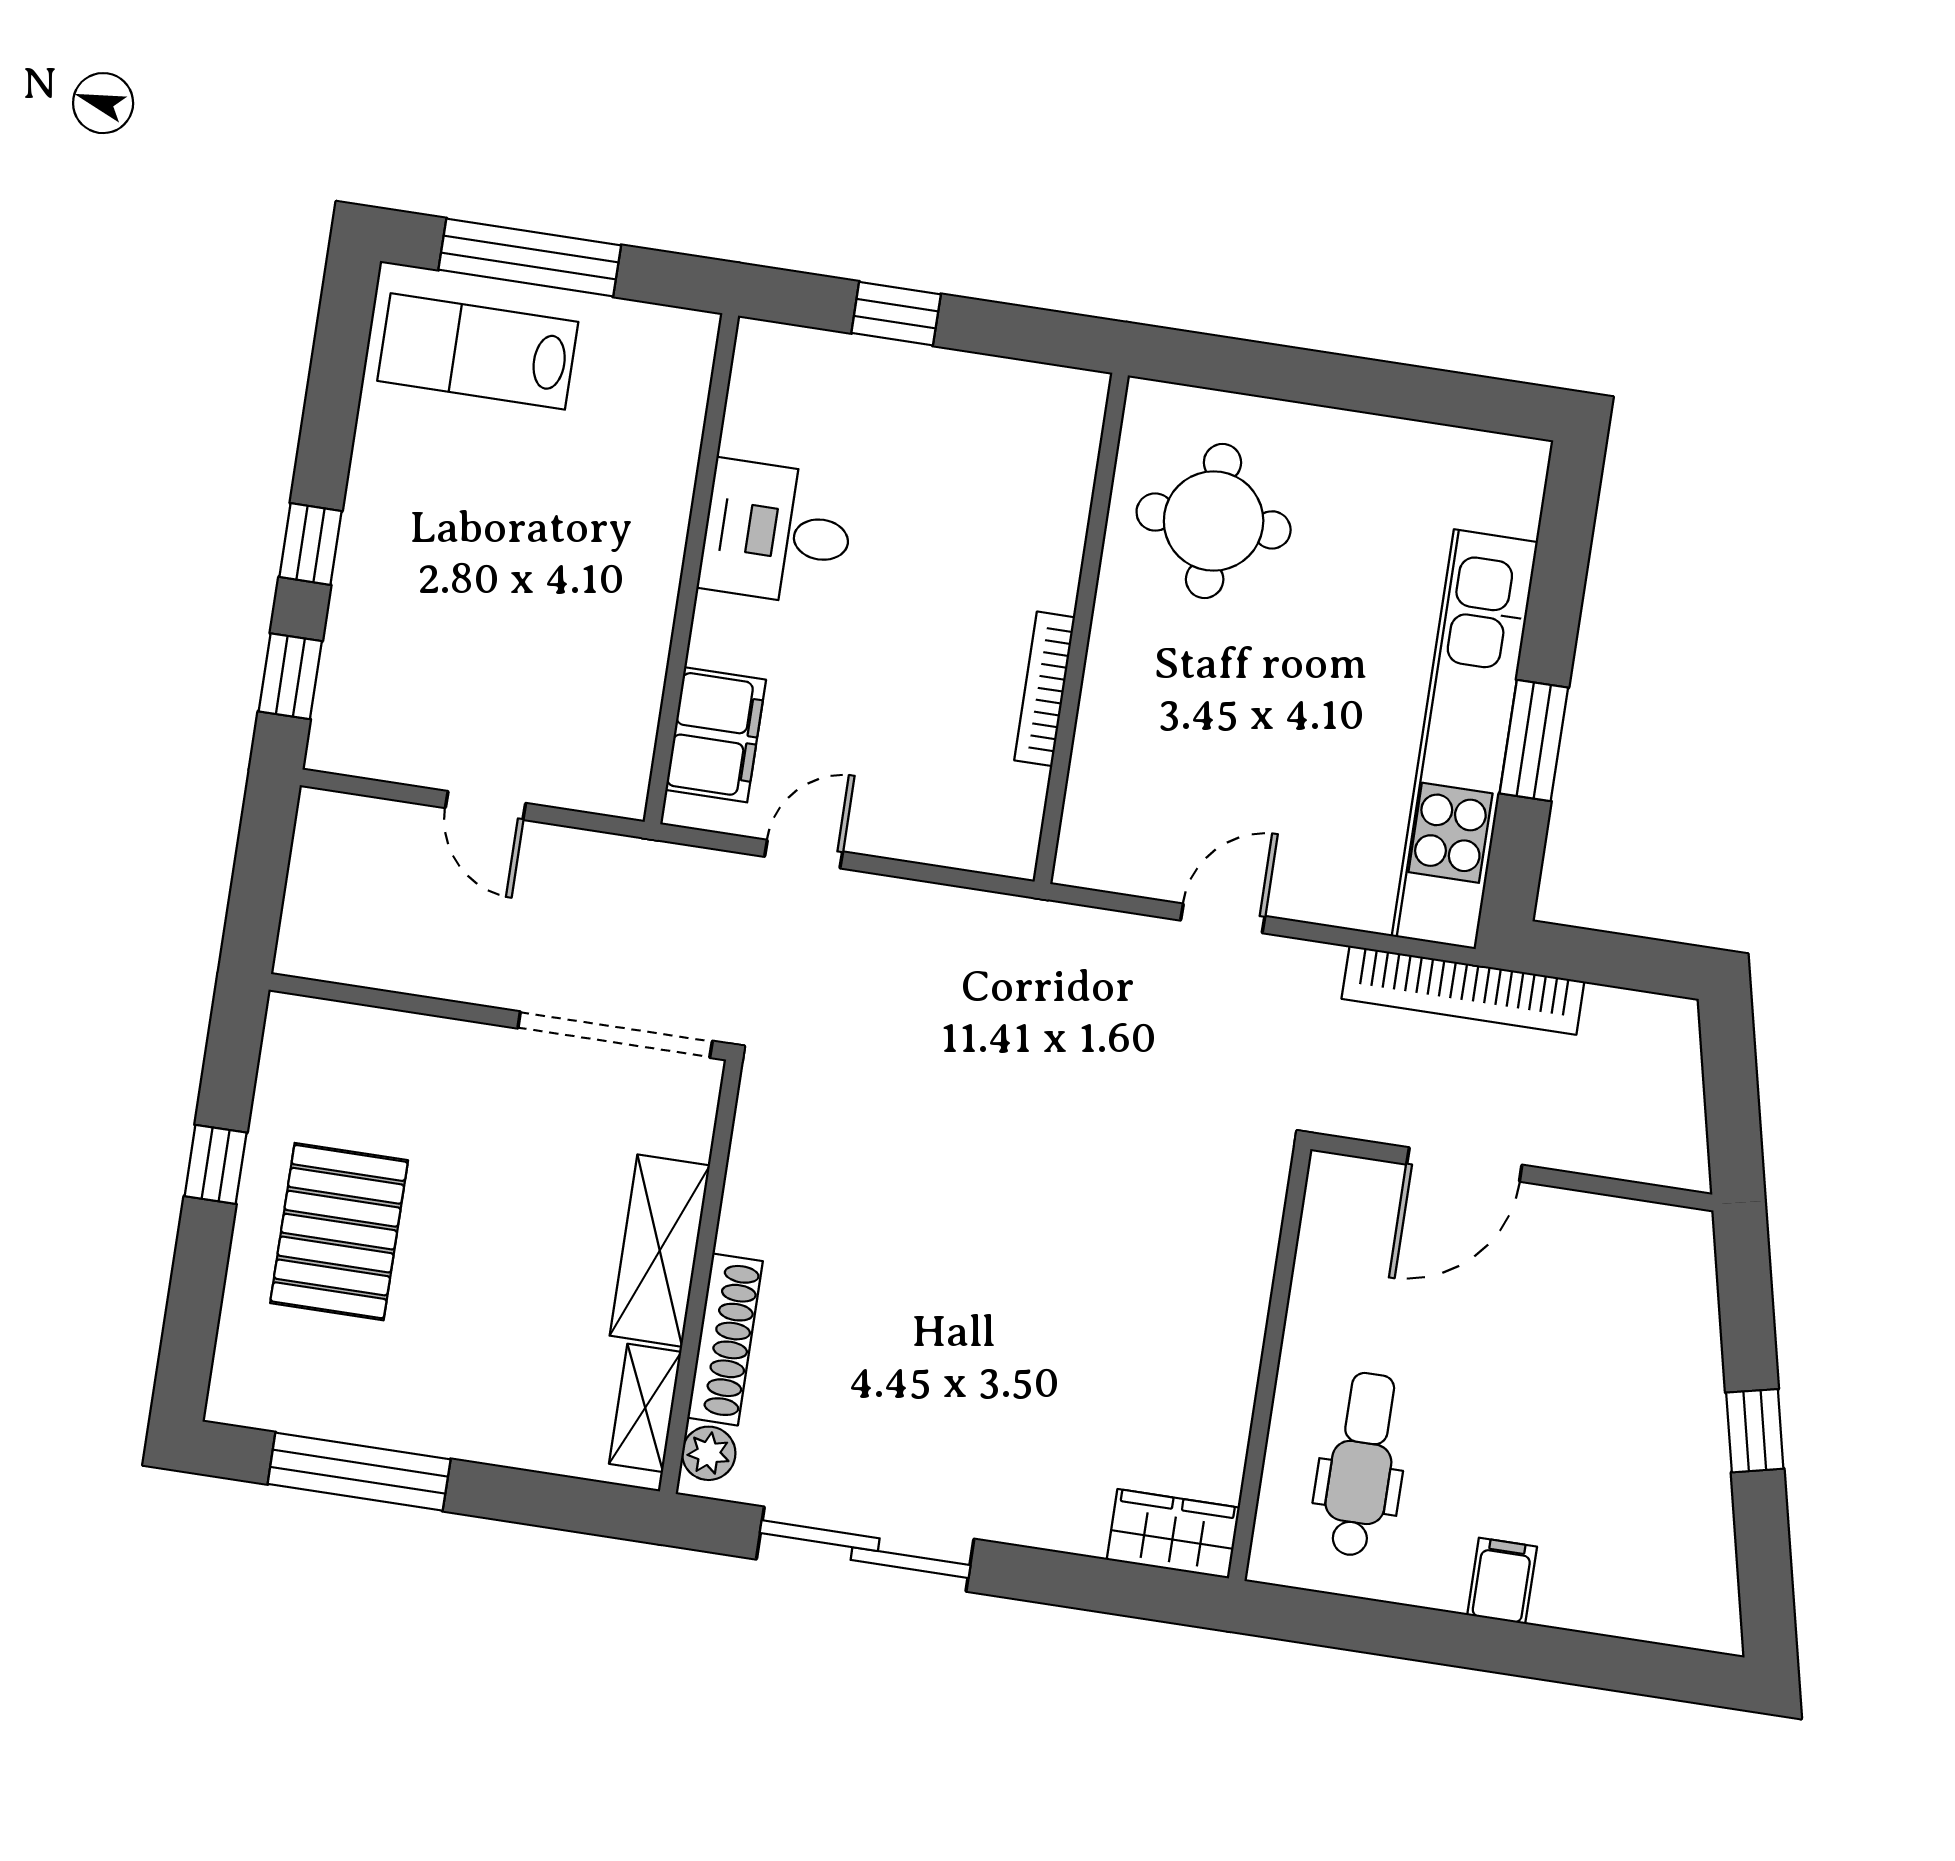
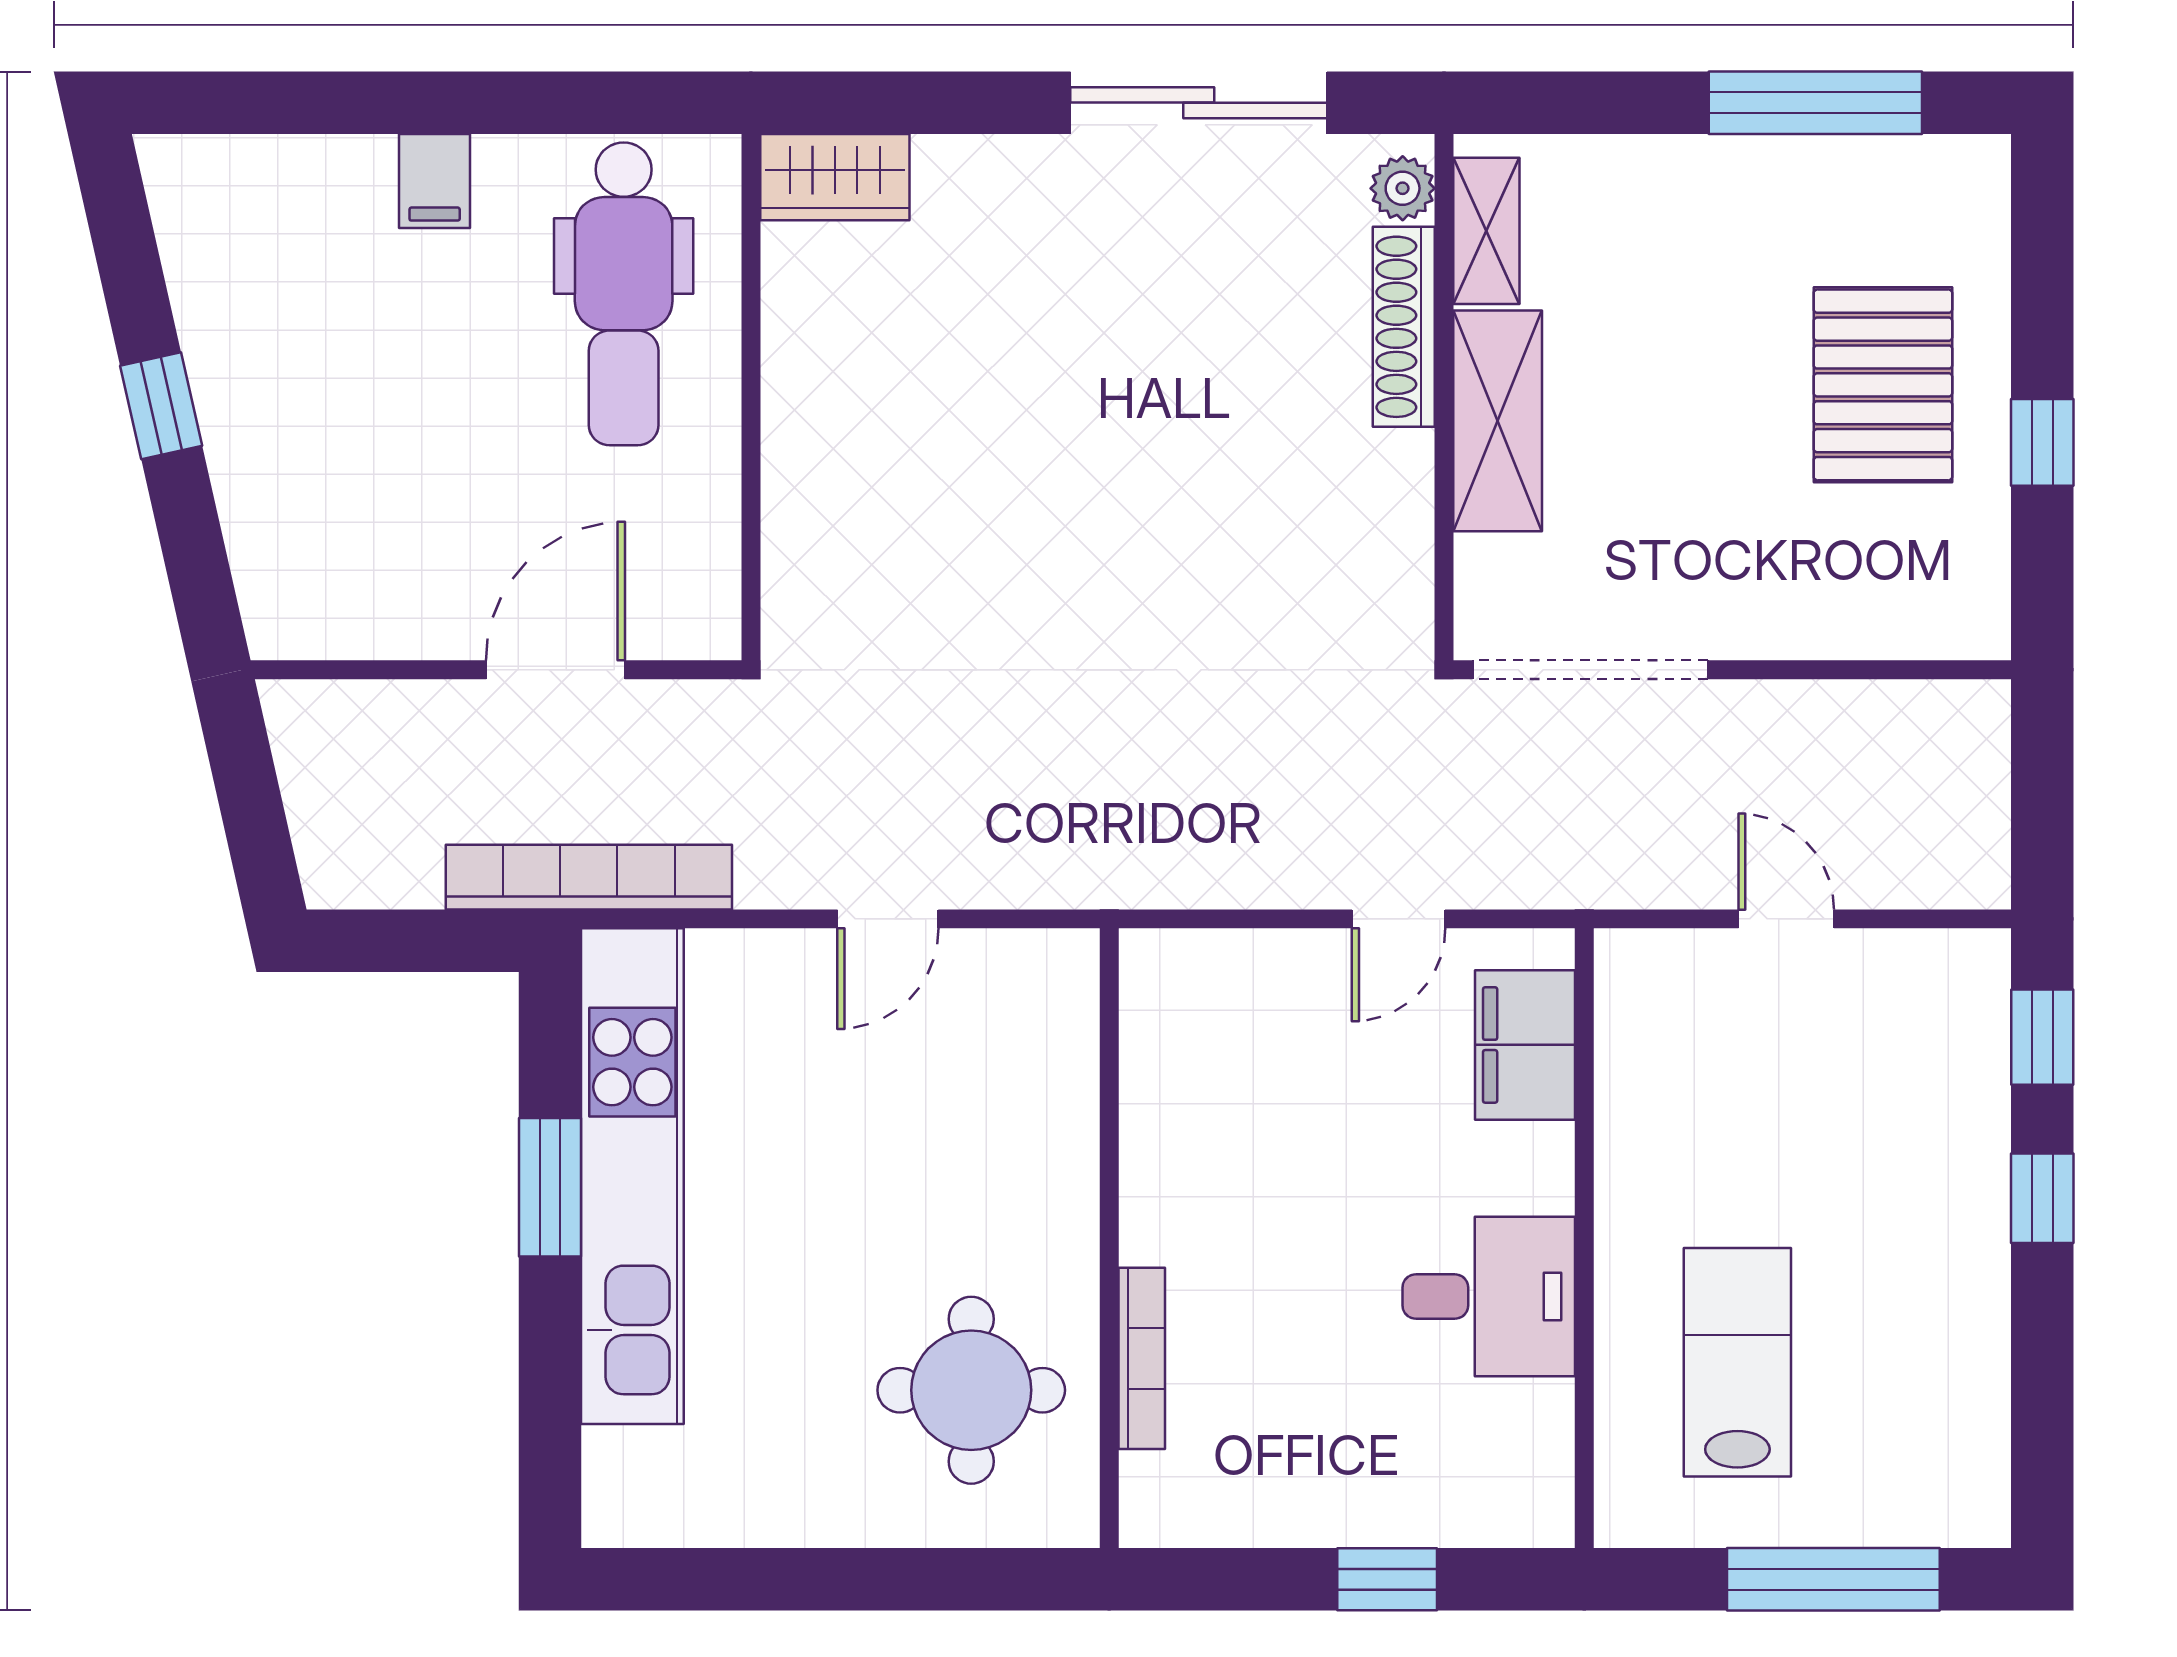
lab bench: (478, 351) -> (1737, 1362), moved, turned -90
bookcase: (1045, 689) -> (1142, 1358), moved
dental chair: (1361, 1464) -> (624, 294), width x1.36, depth x1.38

